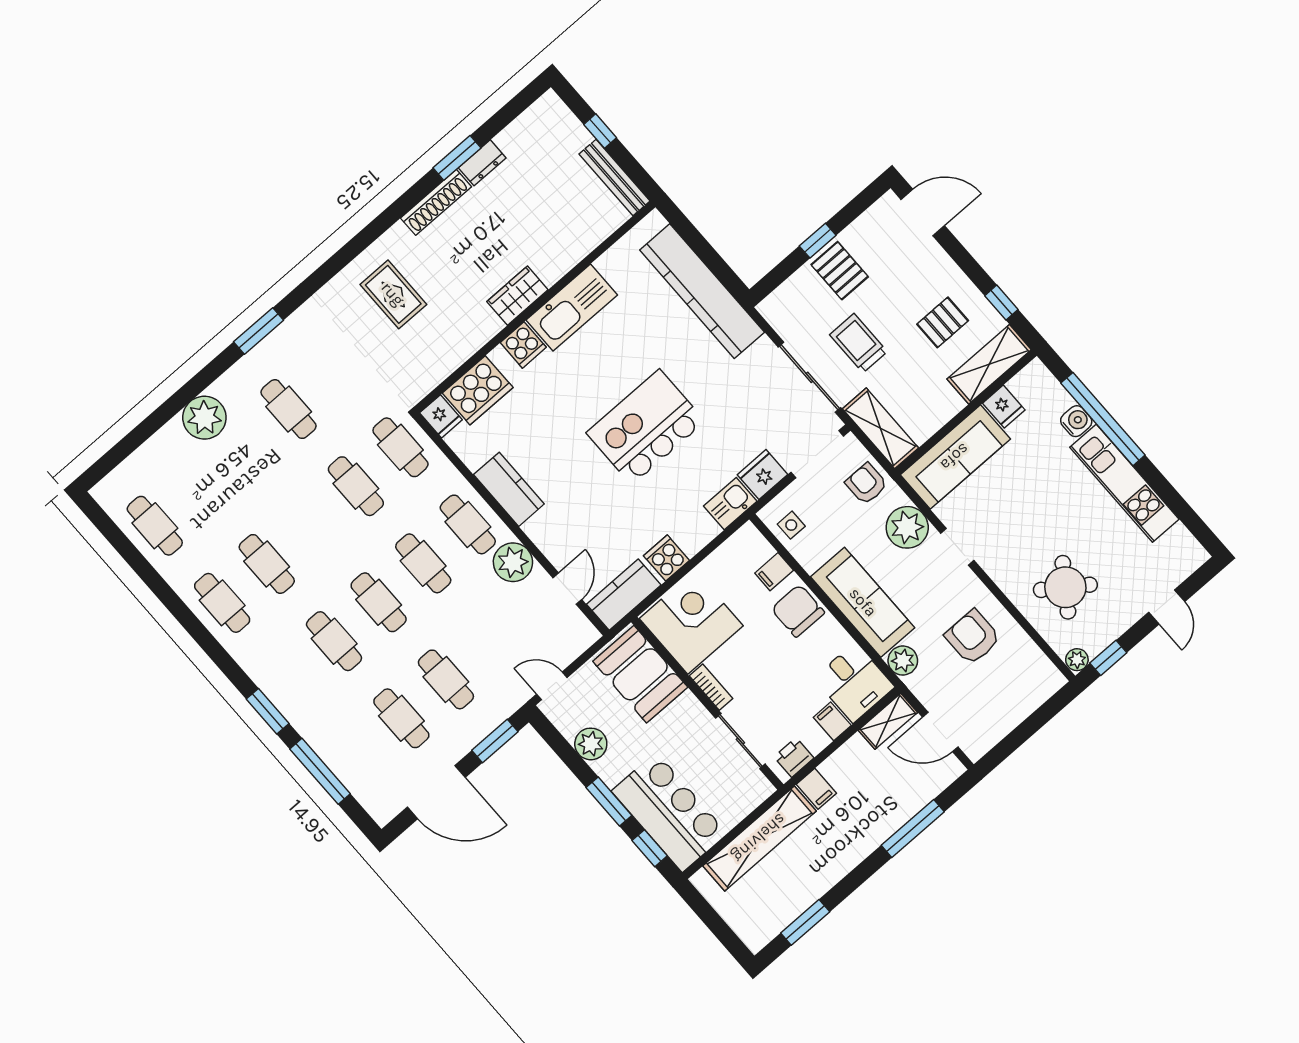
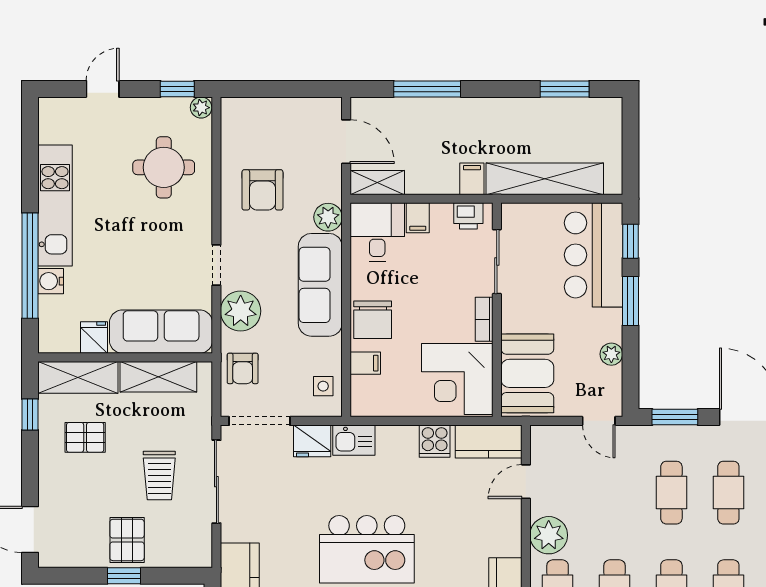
shelving: (881, 428) -> (158, 377), moved, turned 90
round table: (1065, 587) -> (164, 167), turned -35
plant: (591, 744) -> (611, 354), width x0.73, depth x0.73

